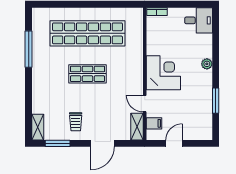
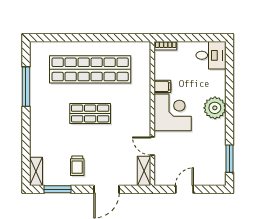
plant: (207, 64) -> (215, 108), width x1.87, depth x1.87
window: (216, 101) -> (230, 159), moved
filing cabinet: (154, 123) -> (162, 86), moved

